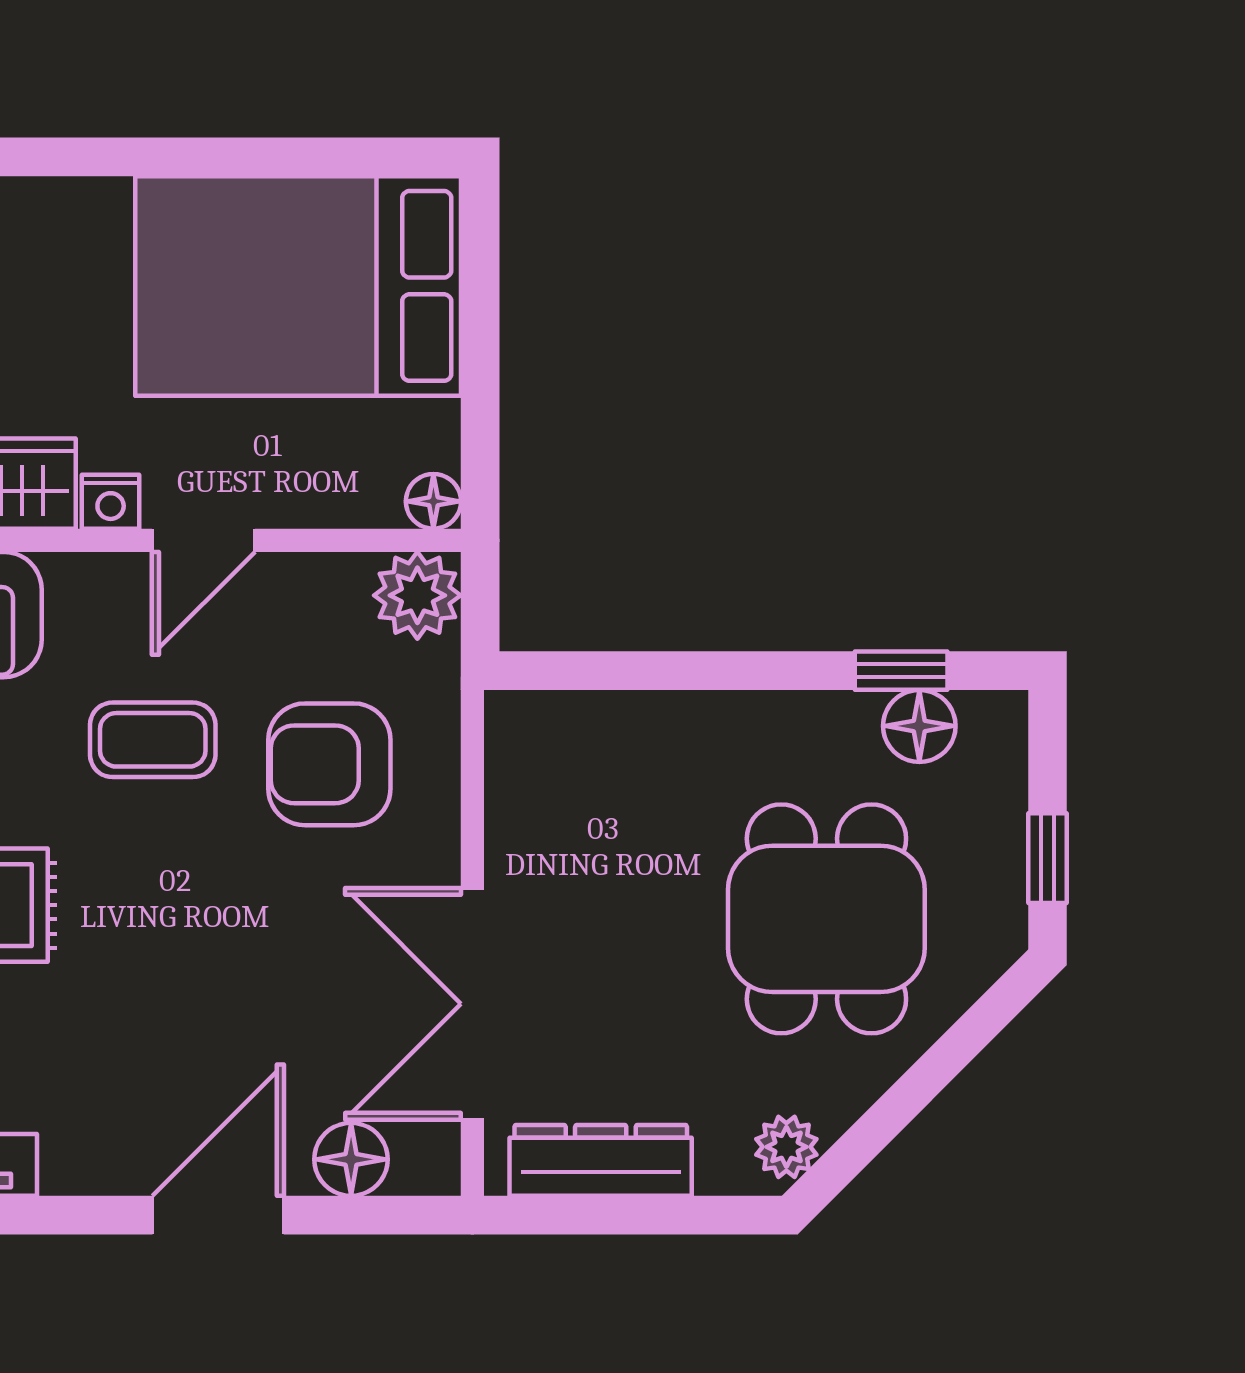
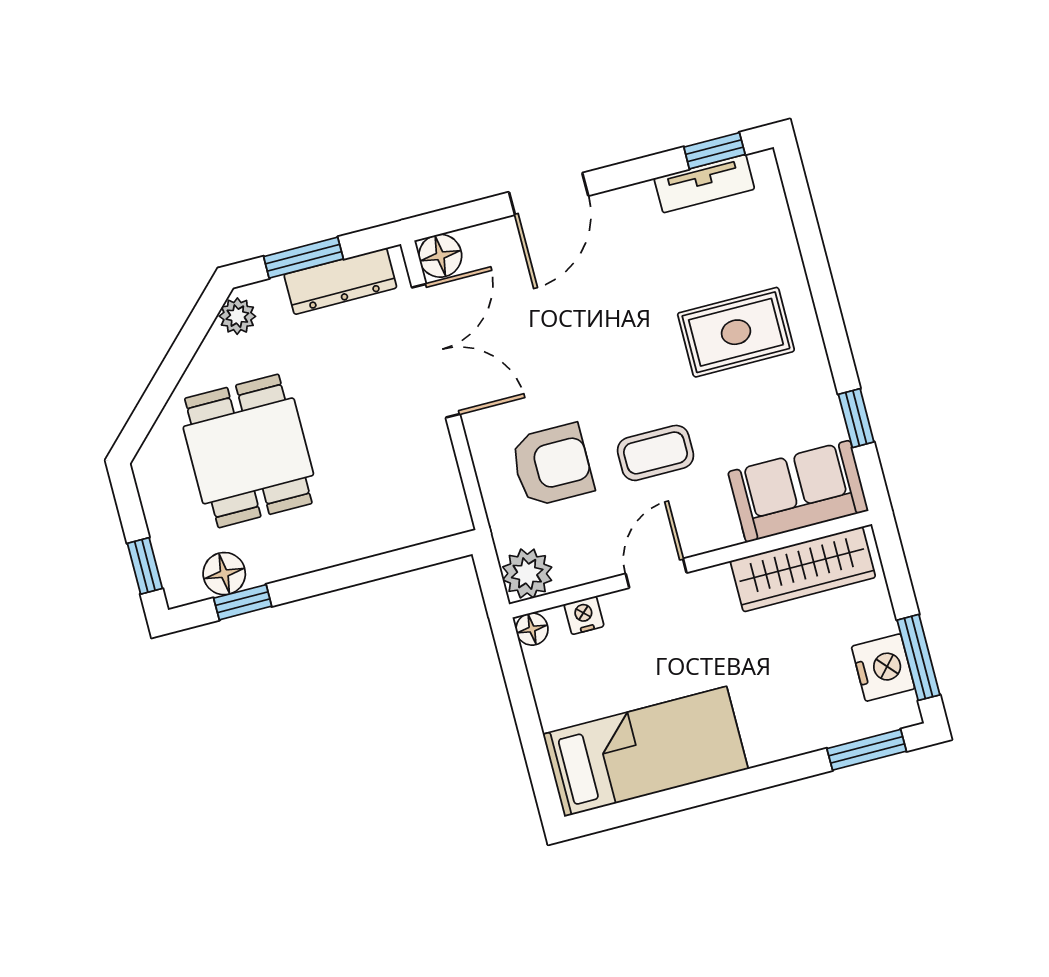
bed: (298, 286) -> (646, 752), width x0.67
nightstand: (111, 502) -> (584, 615), moved
window: (1048, 858) -> (145, 566), moved
floor lamp: (351, 1159) -> (440, 256), moved
window: (652, 1215) -> (303, 258), added

